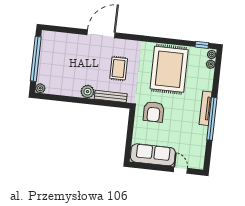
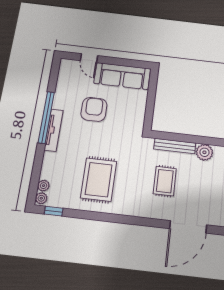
rug: (169, 69) -> (99, 180), width x0.73, depth x0.69
armchair: (154, 112) -> (94, 109), moved

